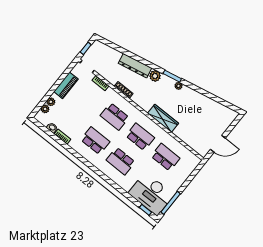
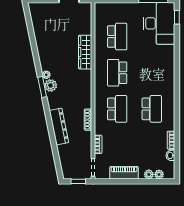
plant: (155, 76) -> (51, 85), moved
wardrobe: (163, 118) -> (85, 52), moved
school desk: (95, 141) -> (152, 109), turned 180
school desk: (165, 157) -> (117, 37), turned 180
school desk: (121, 161) -> (152, 73), removed

